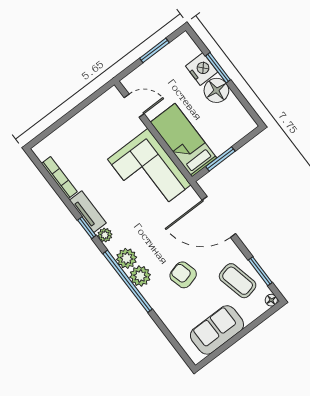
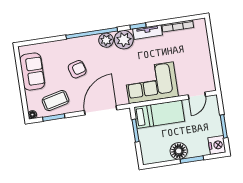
nightstand: (202, 69) -> (217, 145), moved, turned -90
plant: (105, 235) -> (124, 40), width x1.88, depth x1.88
plant: (140, 276) -> (91, 43), removed

